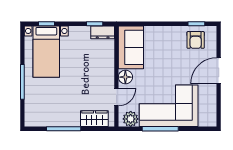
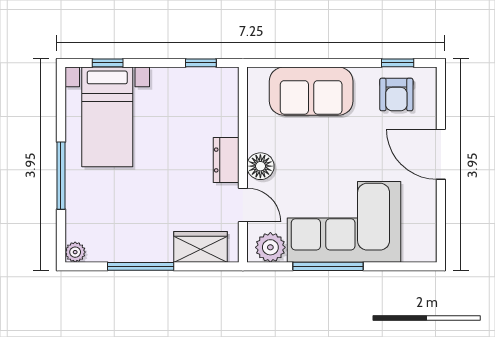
dresser: (103, 32) -> (226, 160), moved, turned 90
sofa: (131, 47) -> (311, 91), moved, turned 90
door: (219, 71) -> (441, 154), hinge flipped
door: (116, 97) -> (243, 205), hinge flipped
plant: (30, 121) -> (75, 252), added

